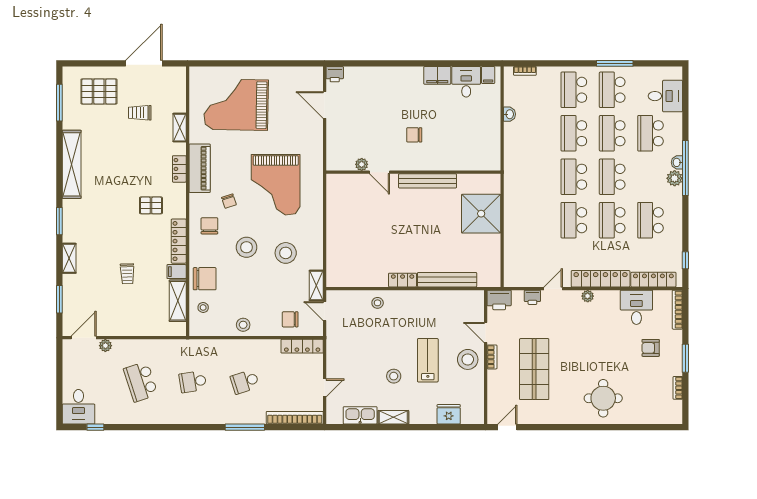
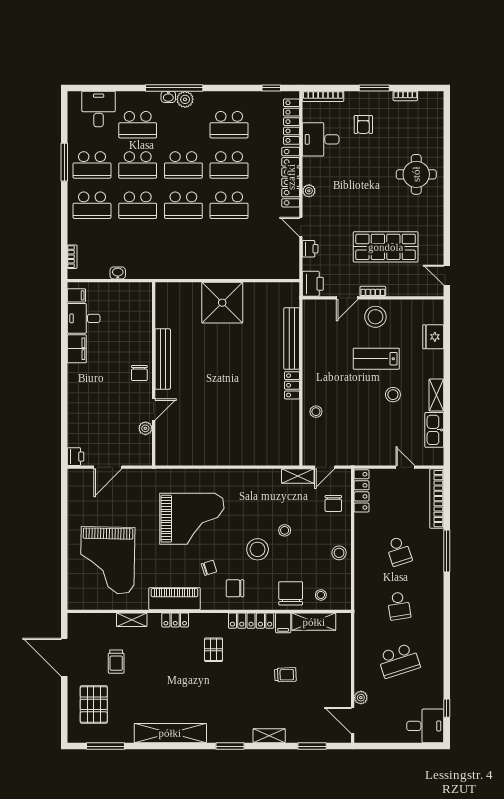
plant: (362, 164) -> (145, 428), moved
door: (379, 172) -> (154, 410), moved
wall: (413, 172) -> (154, 374), moved
bench: (428, 181) -> (163, 359), moved
stool: (286, 253) -> (285, 530), moved, width x0.53, depth x0.53

